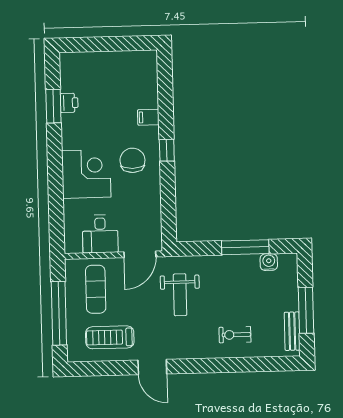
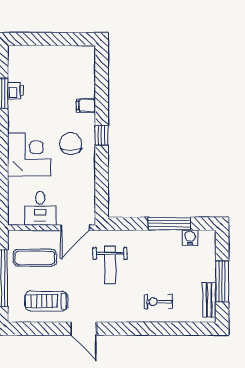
exercise mat: (96, 289) -> (35, 258), turned 90

